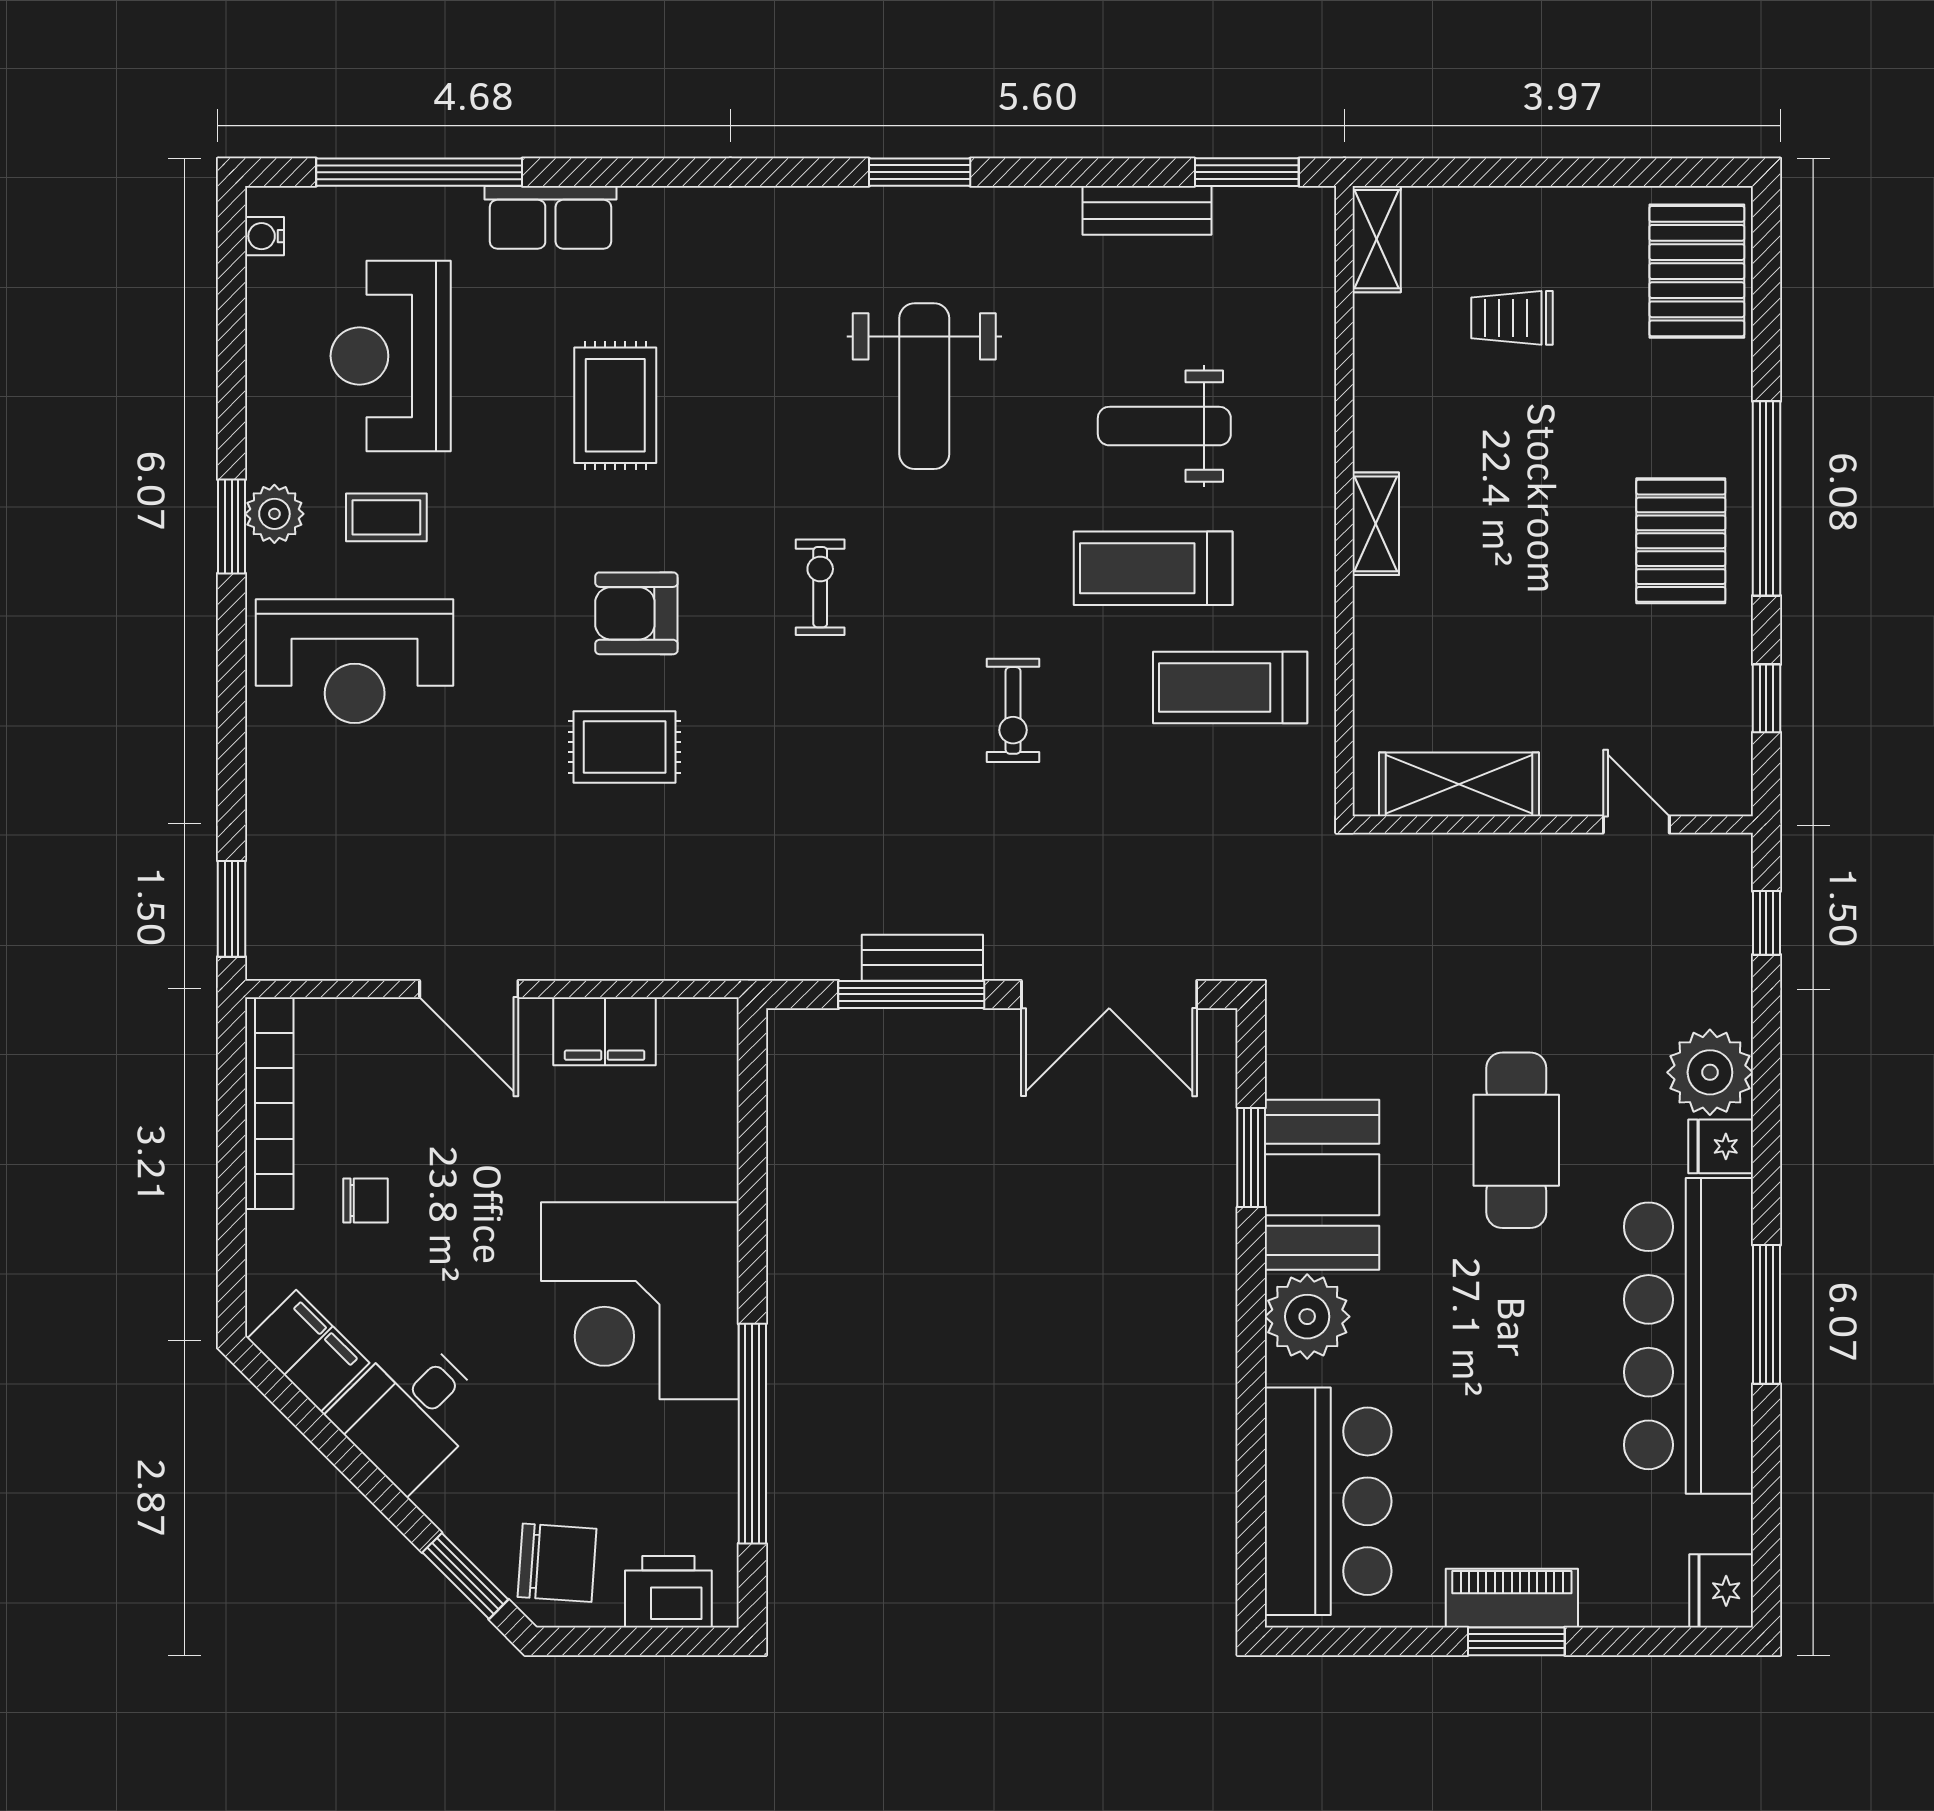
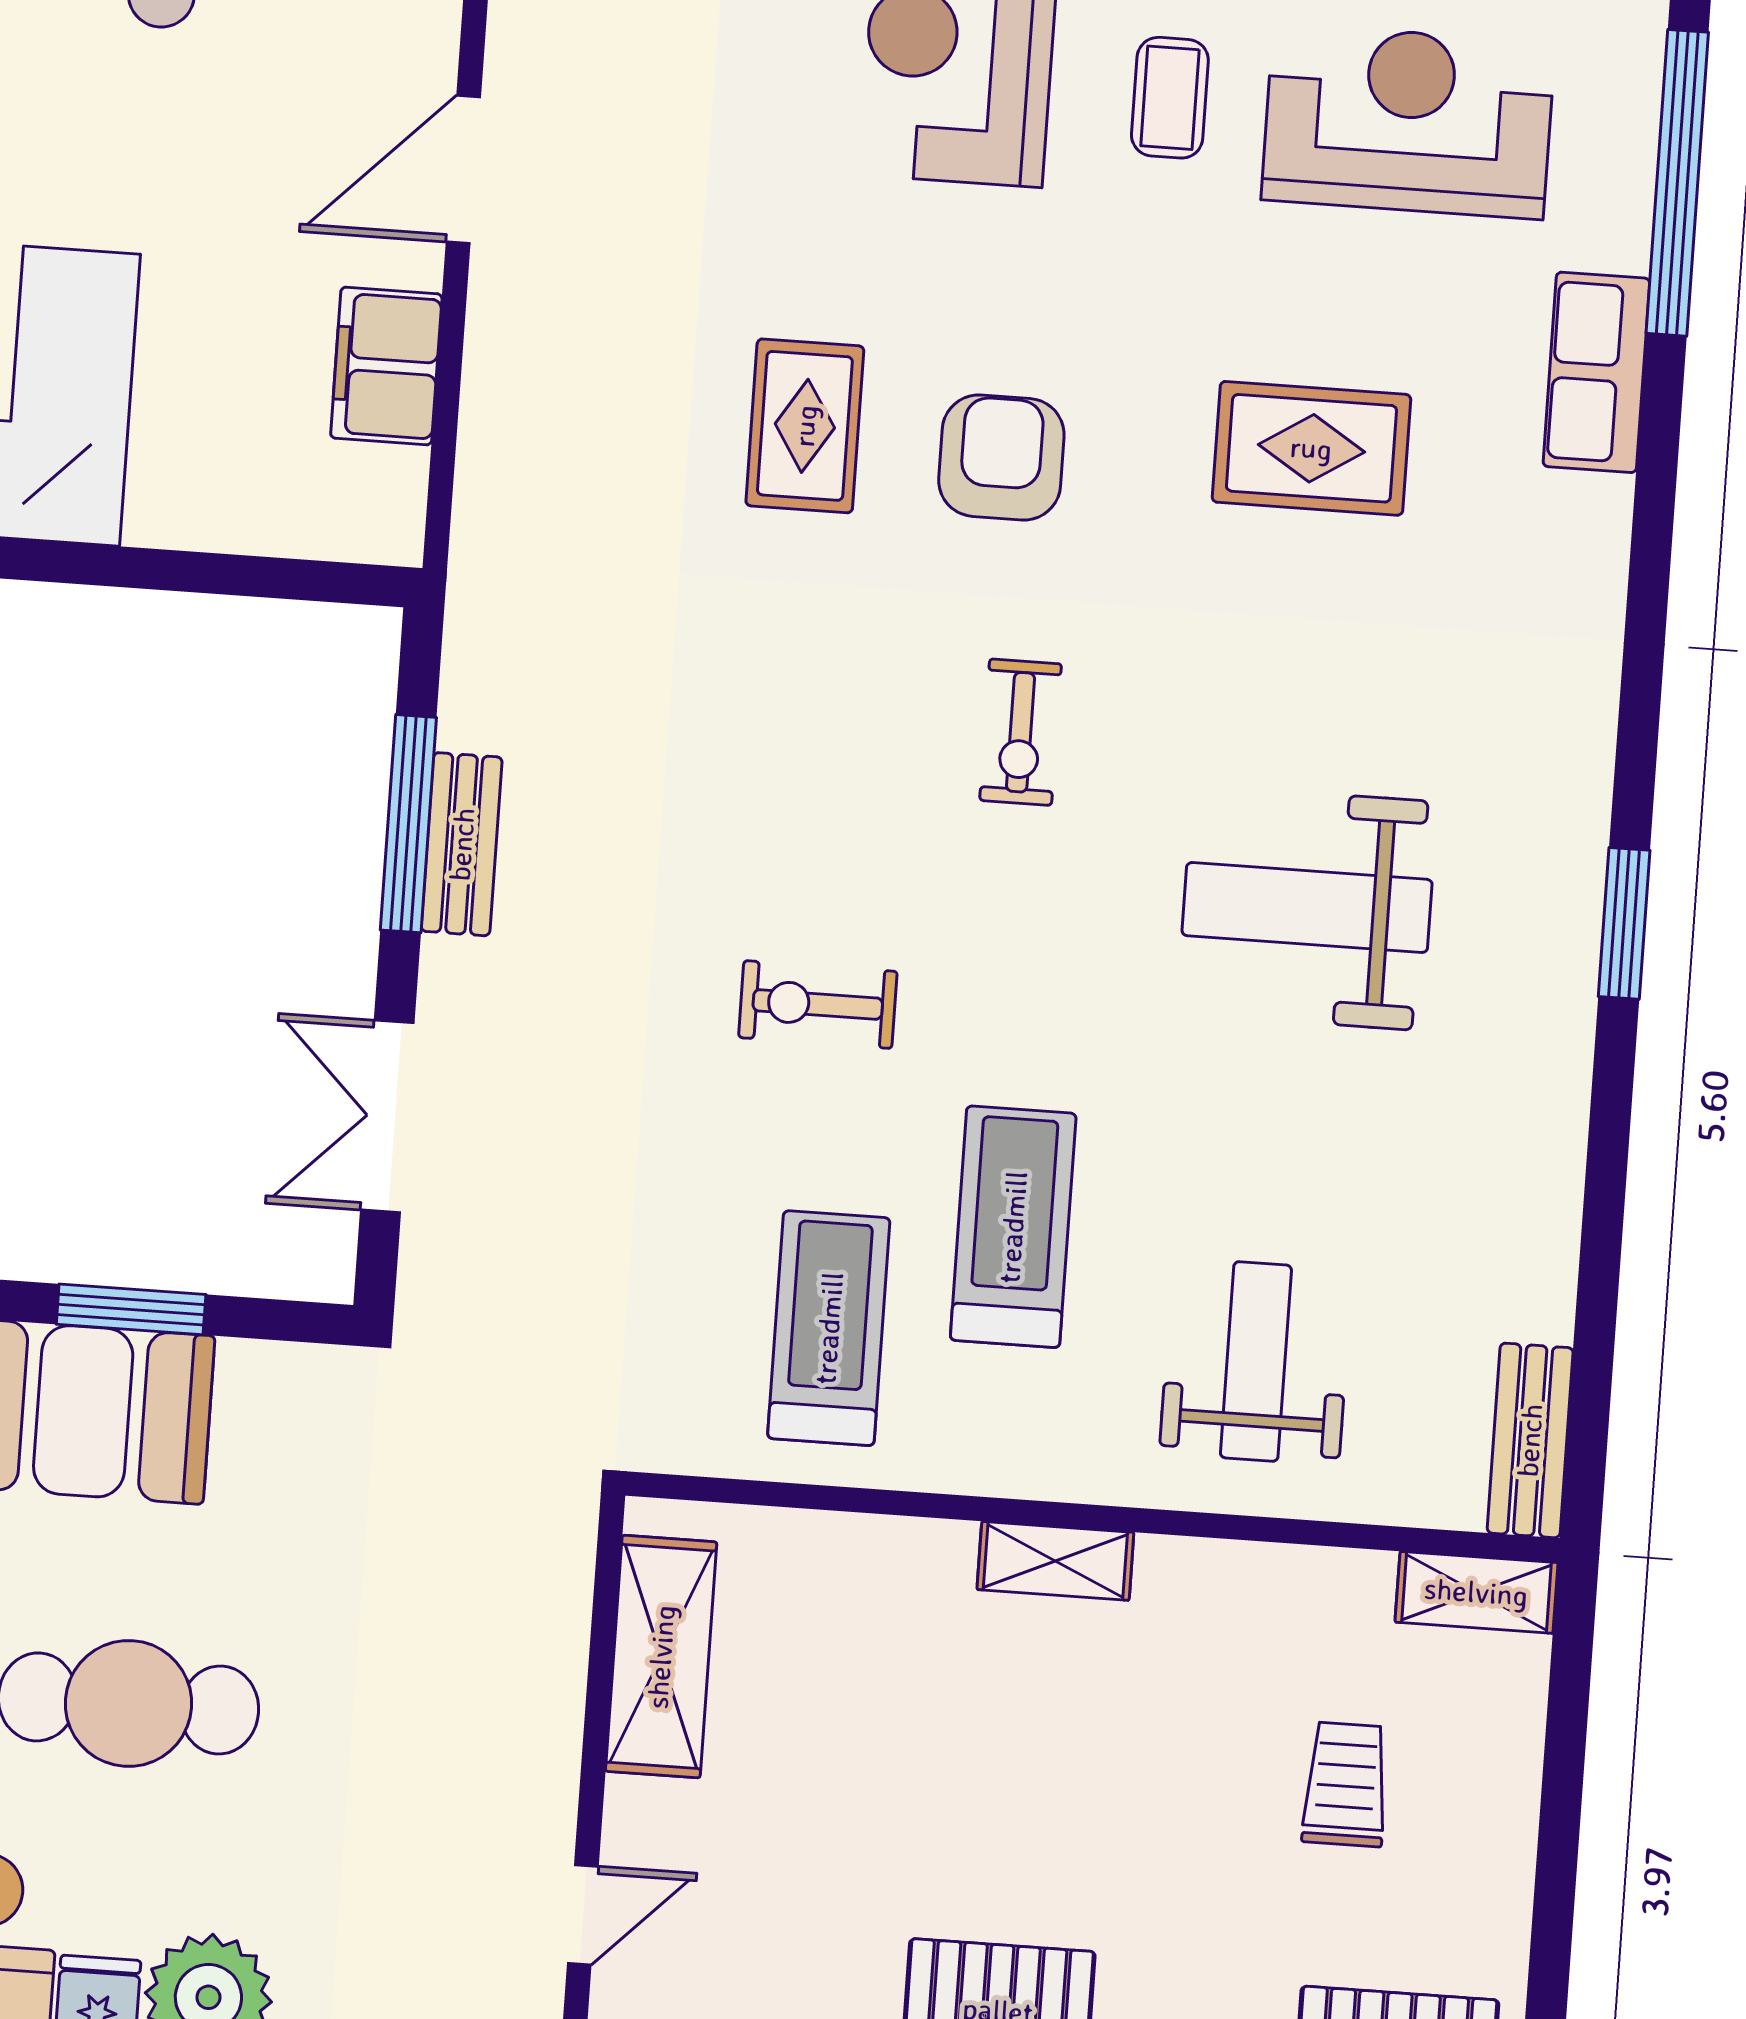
window: (1247, 172) -> (1589, 1407), removed
bench: (1147, 210) -> (1530, 1440), moved
weight bench: (1164, 426) -> (1256, 1361), moved
exercise bike: (820, 587) -> (1021, 732), turned 90
double door: (1109, 994) -> (387, 1116), width x0.73

